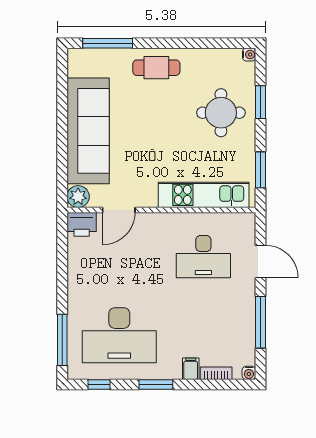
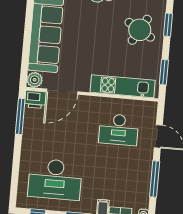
round table: (221, 113) -> (140, 30), turned 30
door: (119, 210) -> (62, 92), width x1.36
window: (62, 340) -> (20, 116), moved

